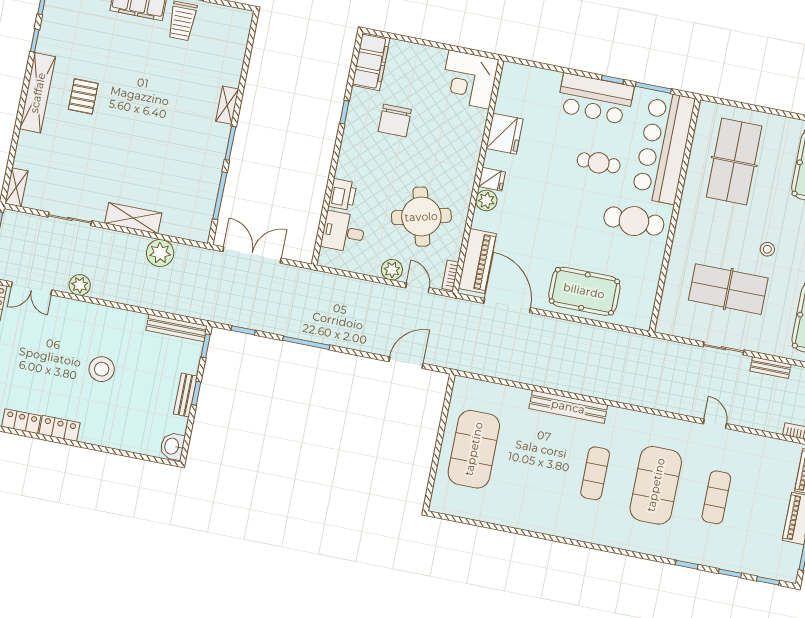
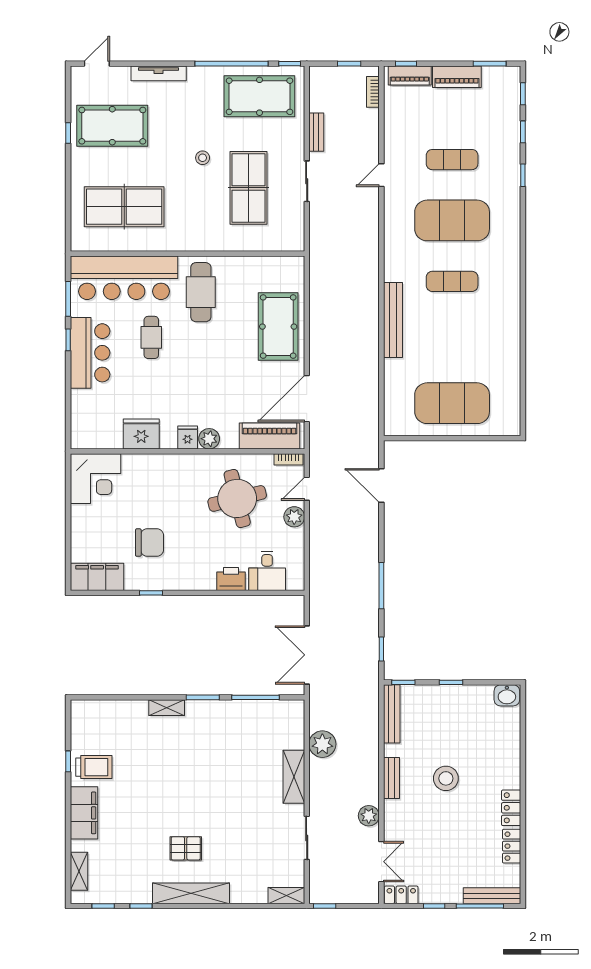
bench: (185, 395) -> (391, 778), moved, turned 90

